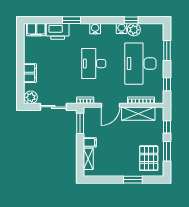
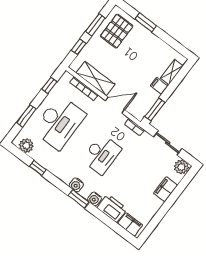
window: (71, 20) -> (79, 199), moved
water cooler: (122, 29) -> (94, 199), moved
plant: (134, 30) -> (26, 146), moved

